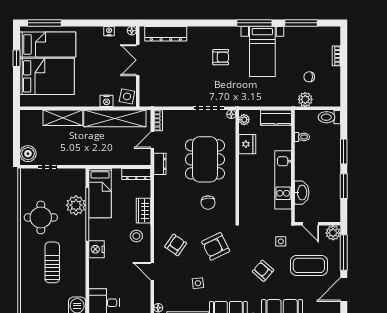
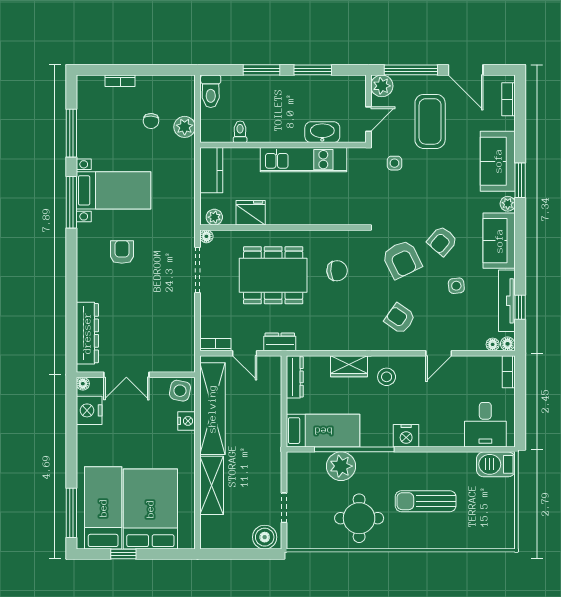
nightstand: (109, 31) -> (89, 410), width x1.89, depth x1.79
armchair: (263, 271) -> (442, 241), moved

